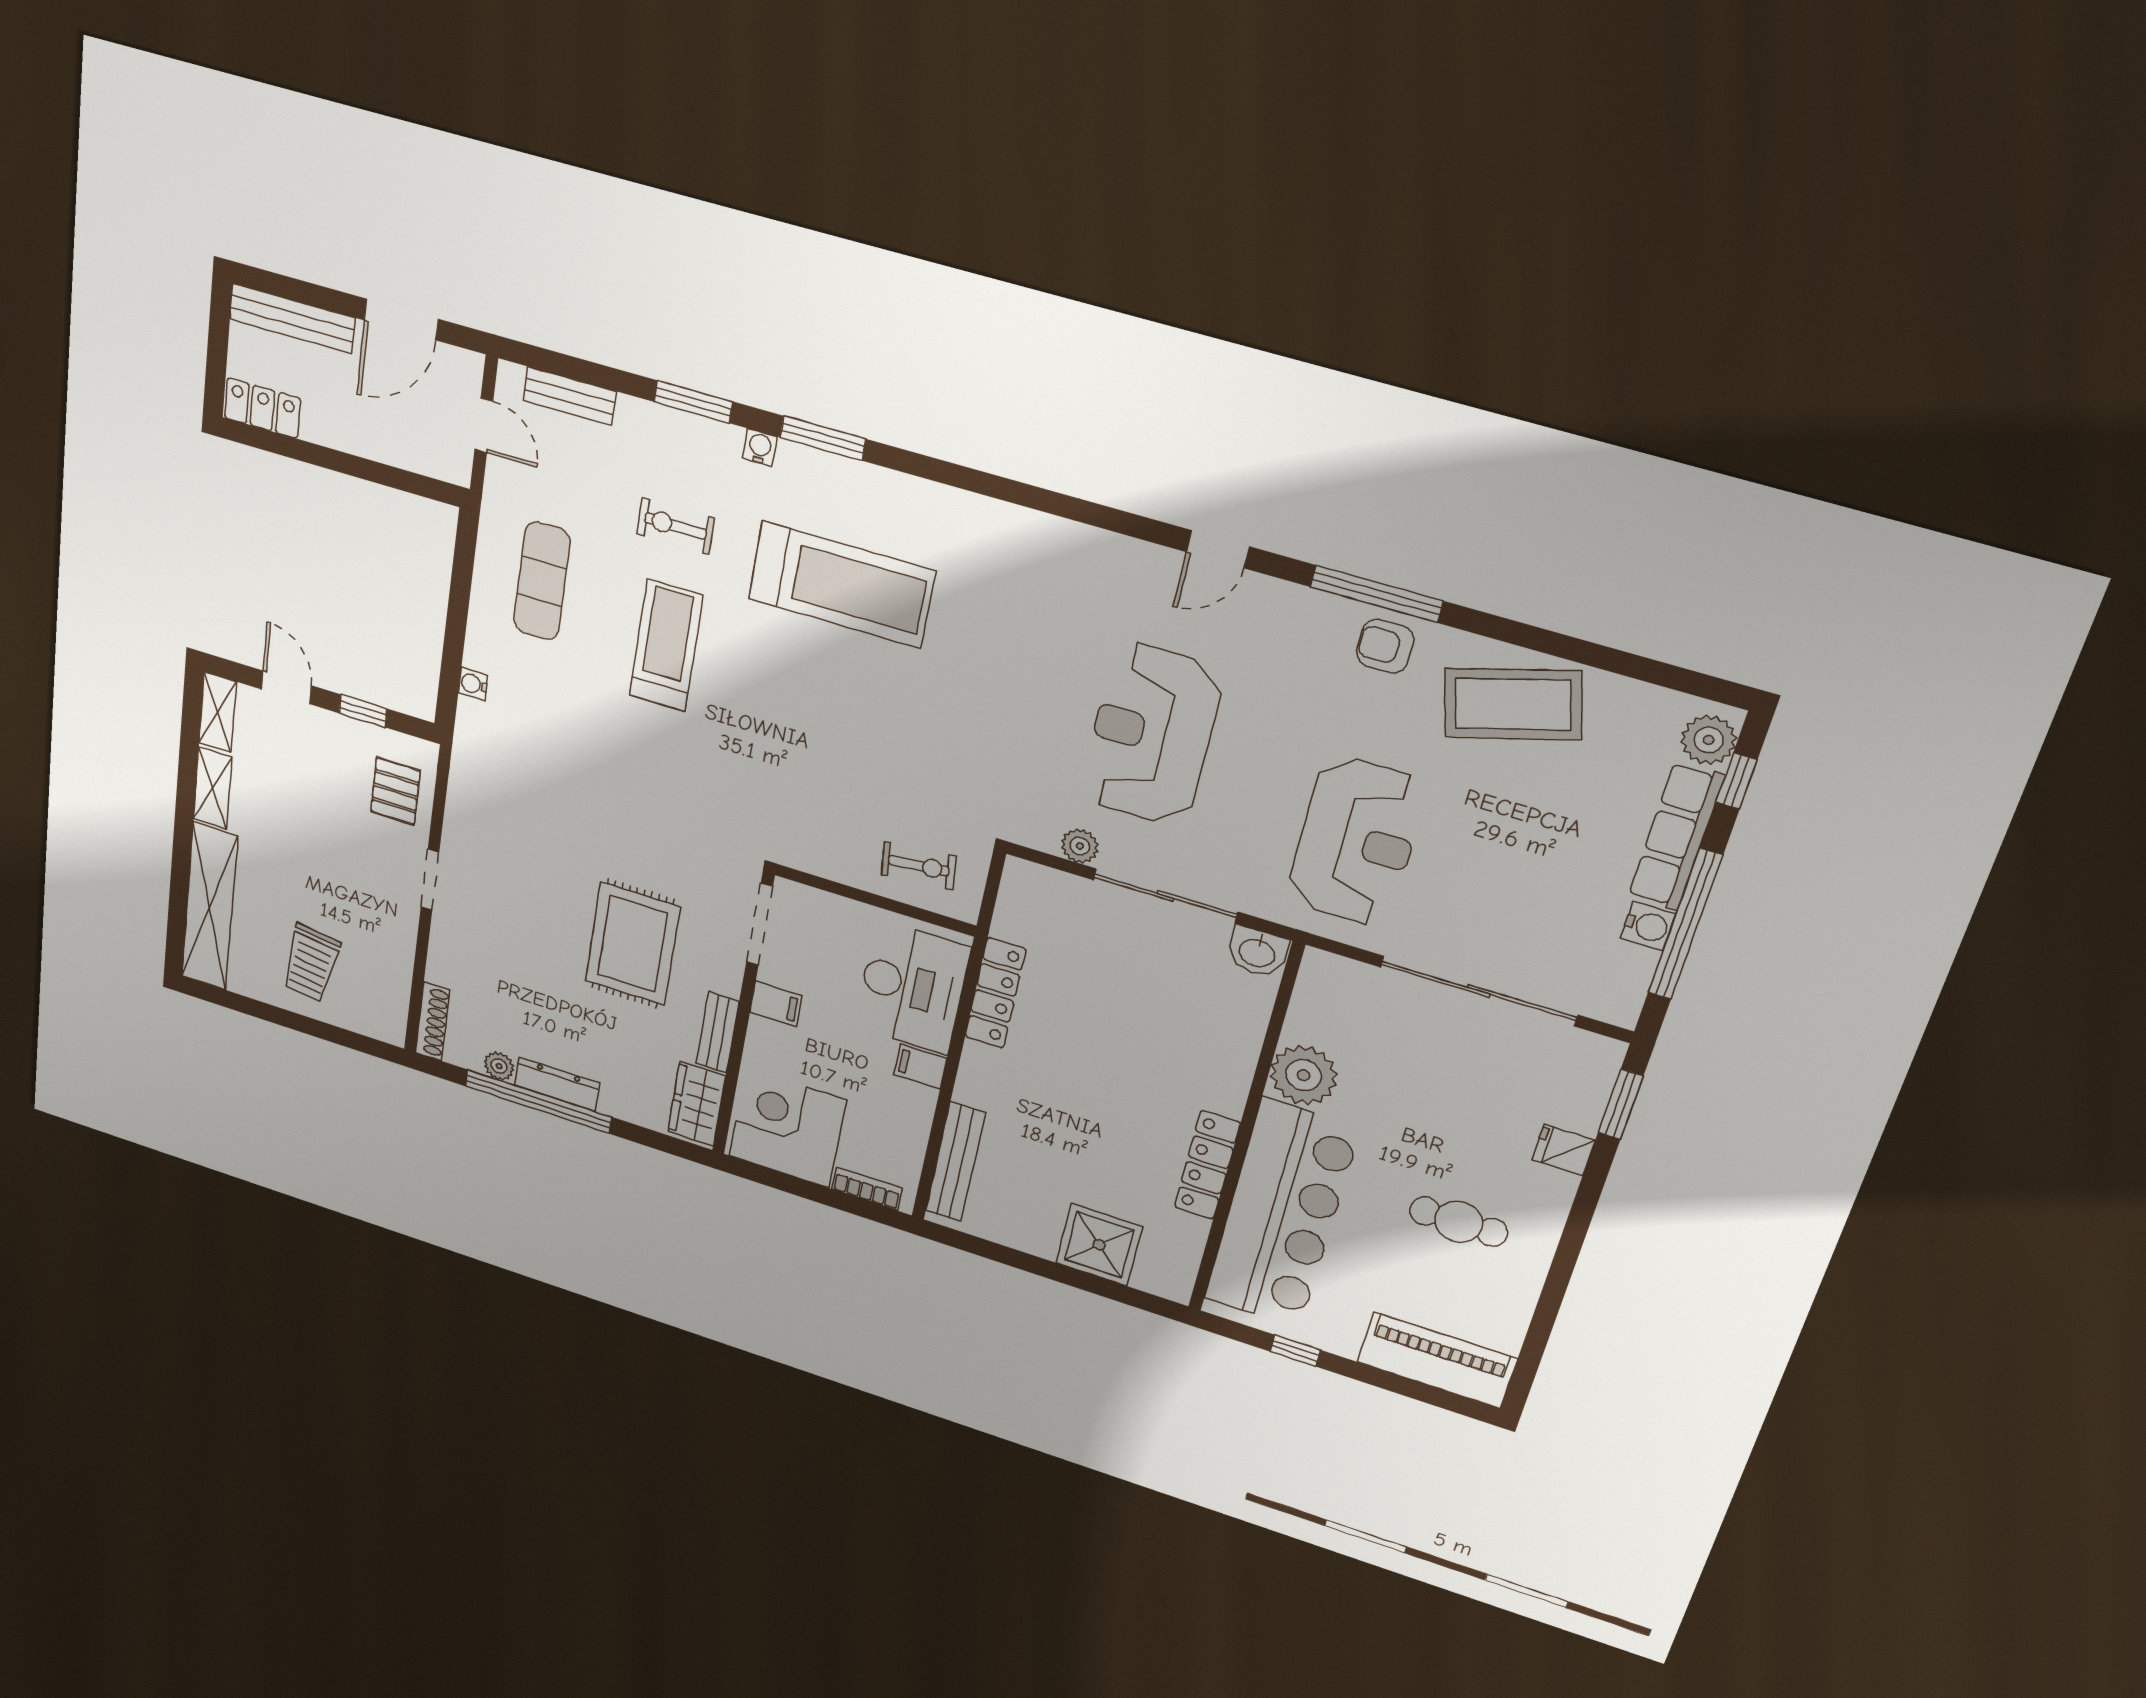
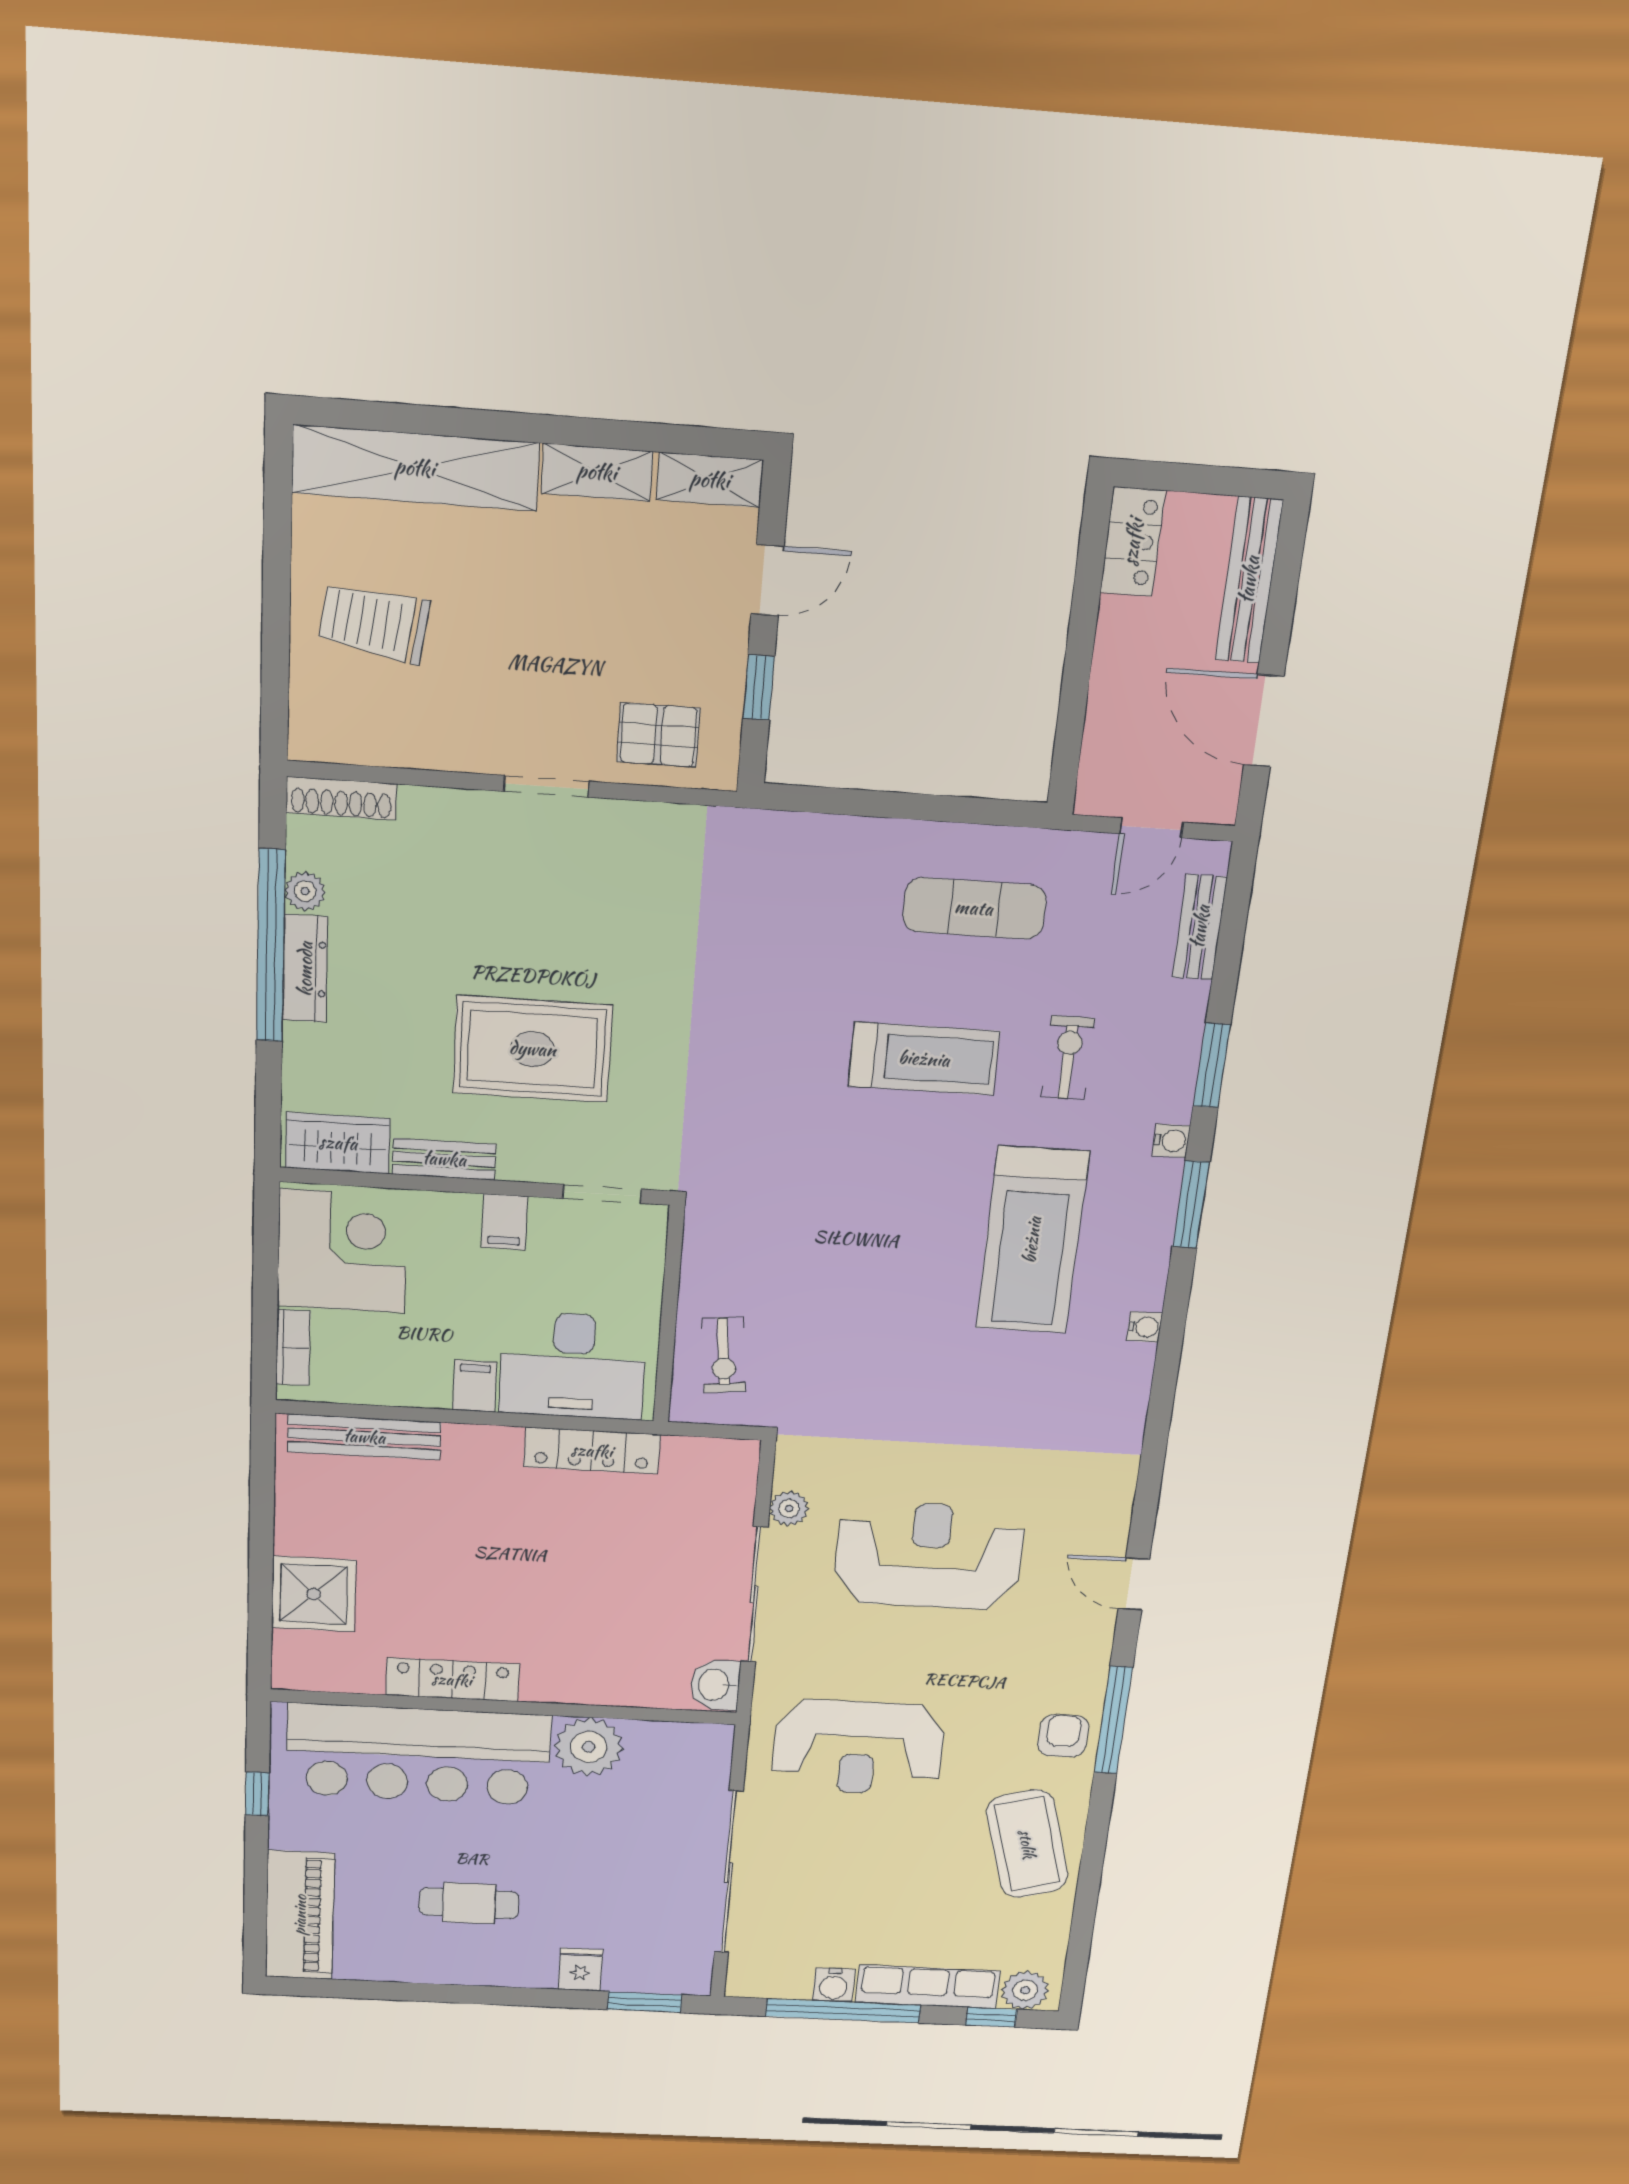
water cooler: (473, 684) -> (1144, 1327), moved, turned 90
doorway: (760, 924) -> (602, 1194), width x0.73
cafe table: (1459, 1222) -> (469, 1903), turned 90

